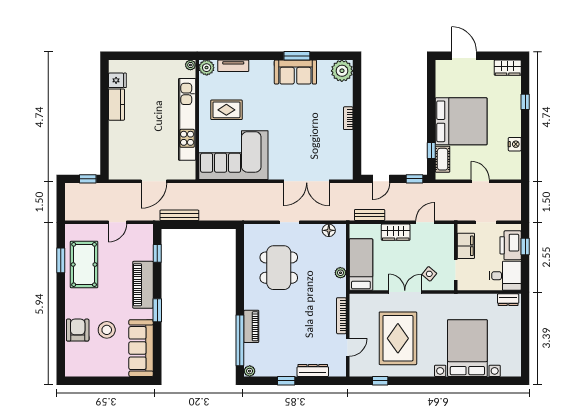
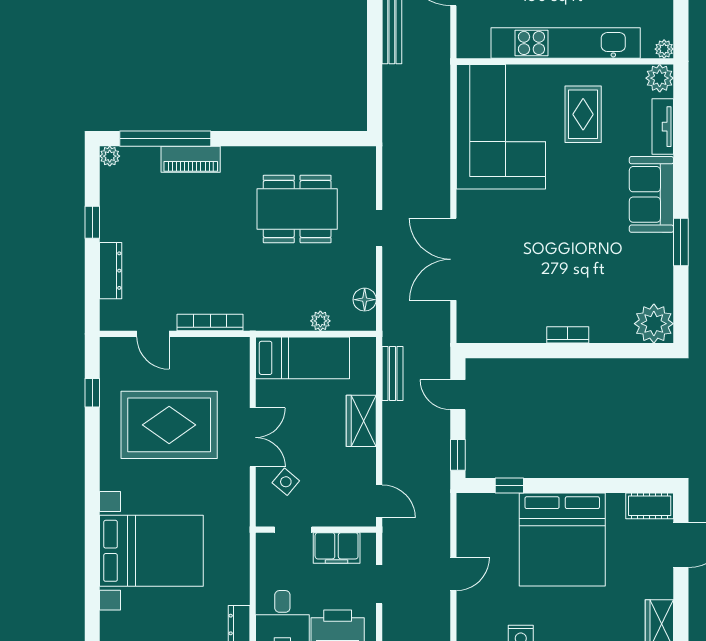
sofa: (295, 72) -> (651, 194), moved
cot: (443, 159) -> (650, 506), moved
door: (425, 222) -> (379, 501), moved
plant: (340, 273) -> (320, 321), moved

